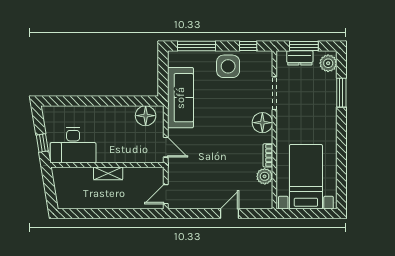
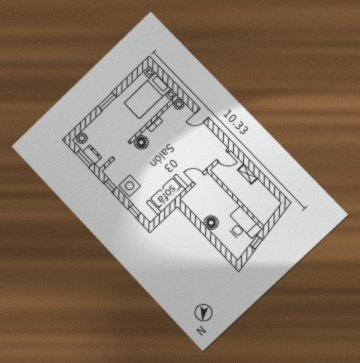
window: (196, 46) -> (134, 211), width x0.46
window: (341, 93) -> (107, 101), moved
floor lamp: (146, 116) -> (211, 223), moved
door: (166, 147) -> (199, 179), hinge flipped
shelving: (108, 173) -> (248, 174), moved
plant: (265, 176) -> (179, 104), moved

